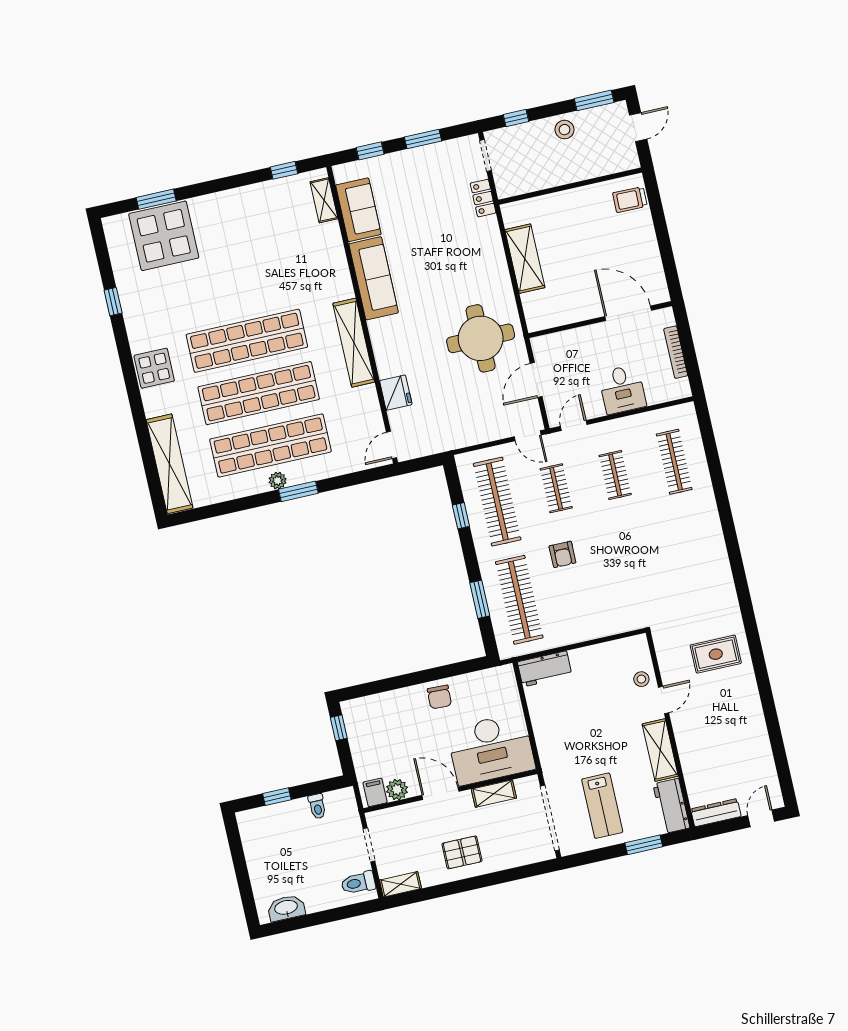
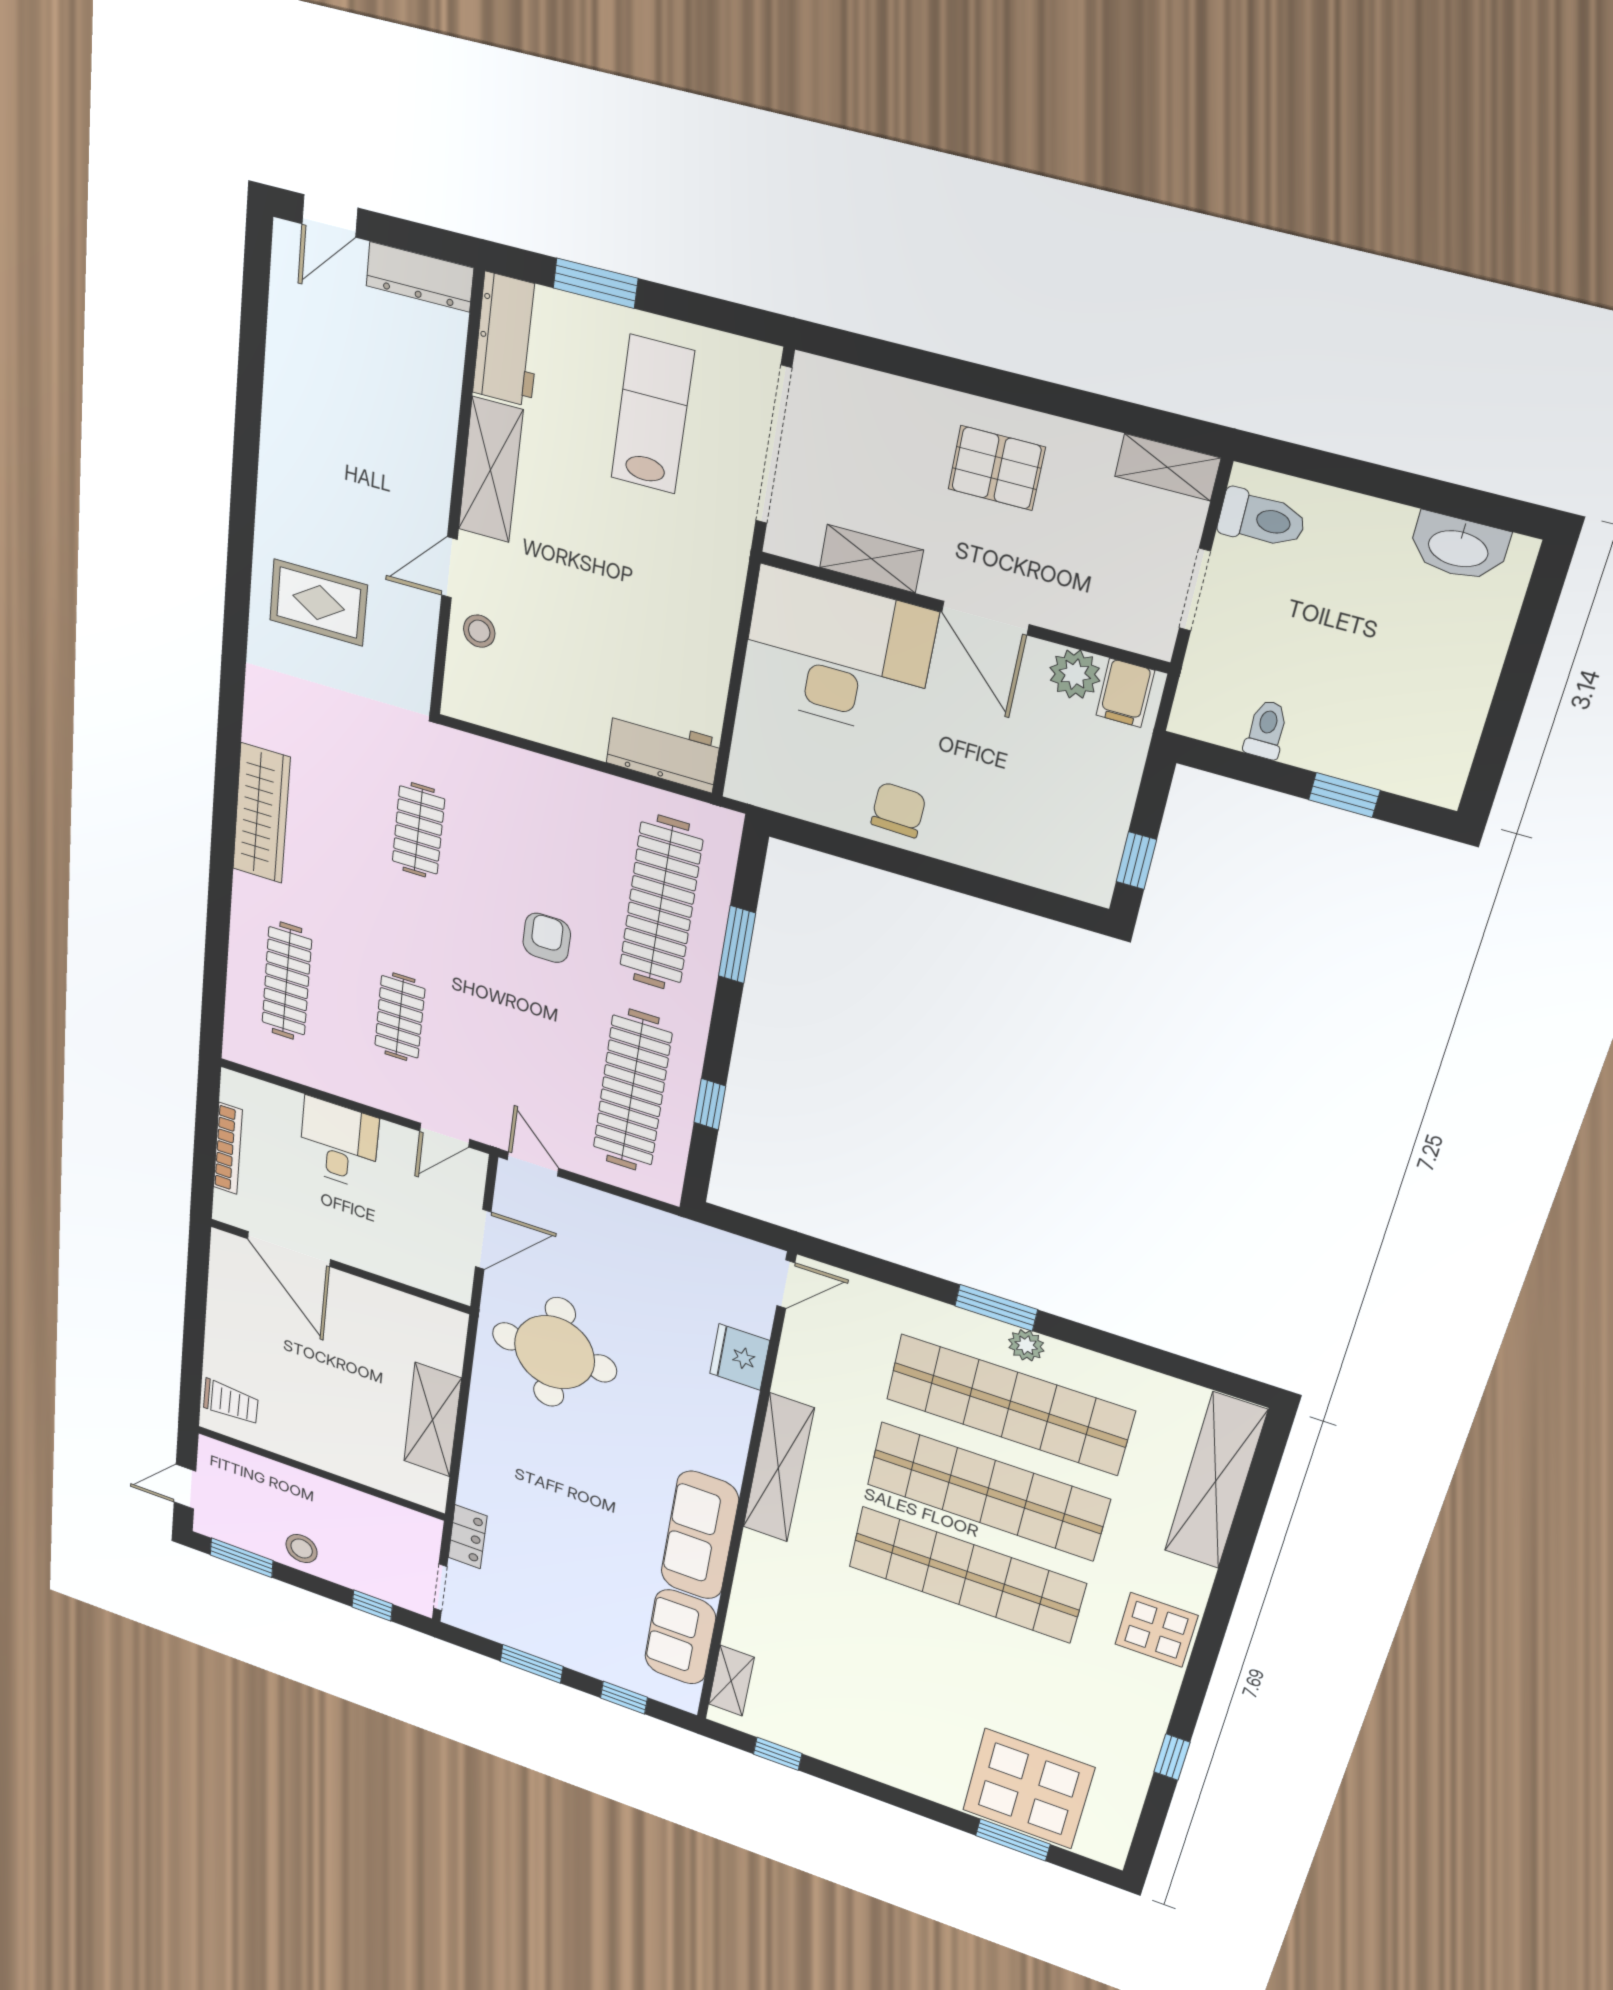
clothes rail: (556, 488) -> (418, 830), moved
wardrobe: (712, 540) -> (261, 813), added

